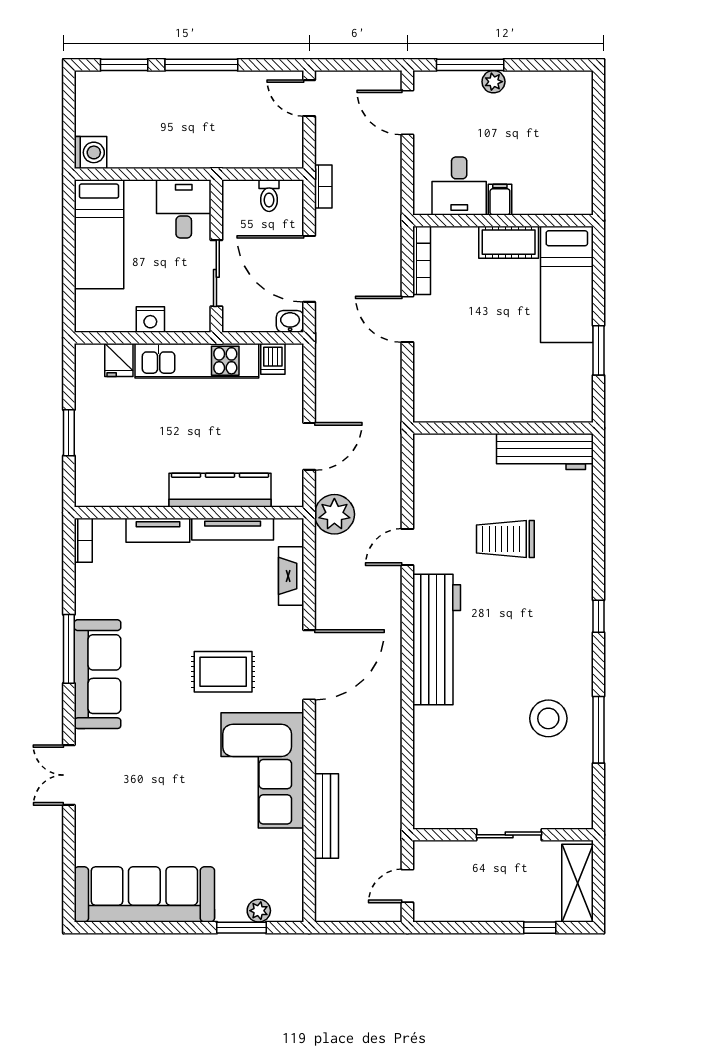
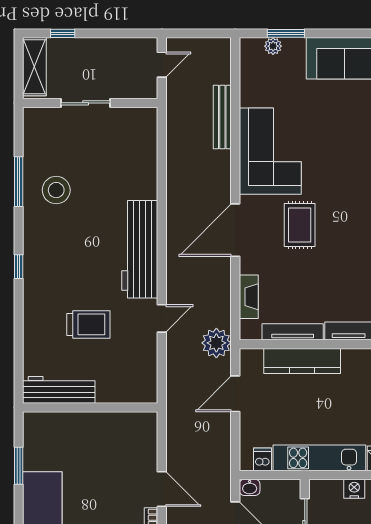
rug: (223, 672) -> (300, 225), turned 90

